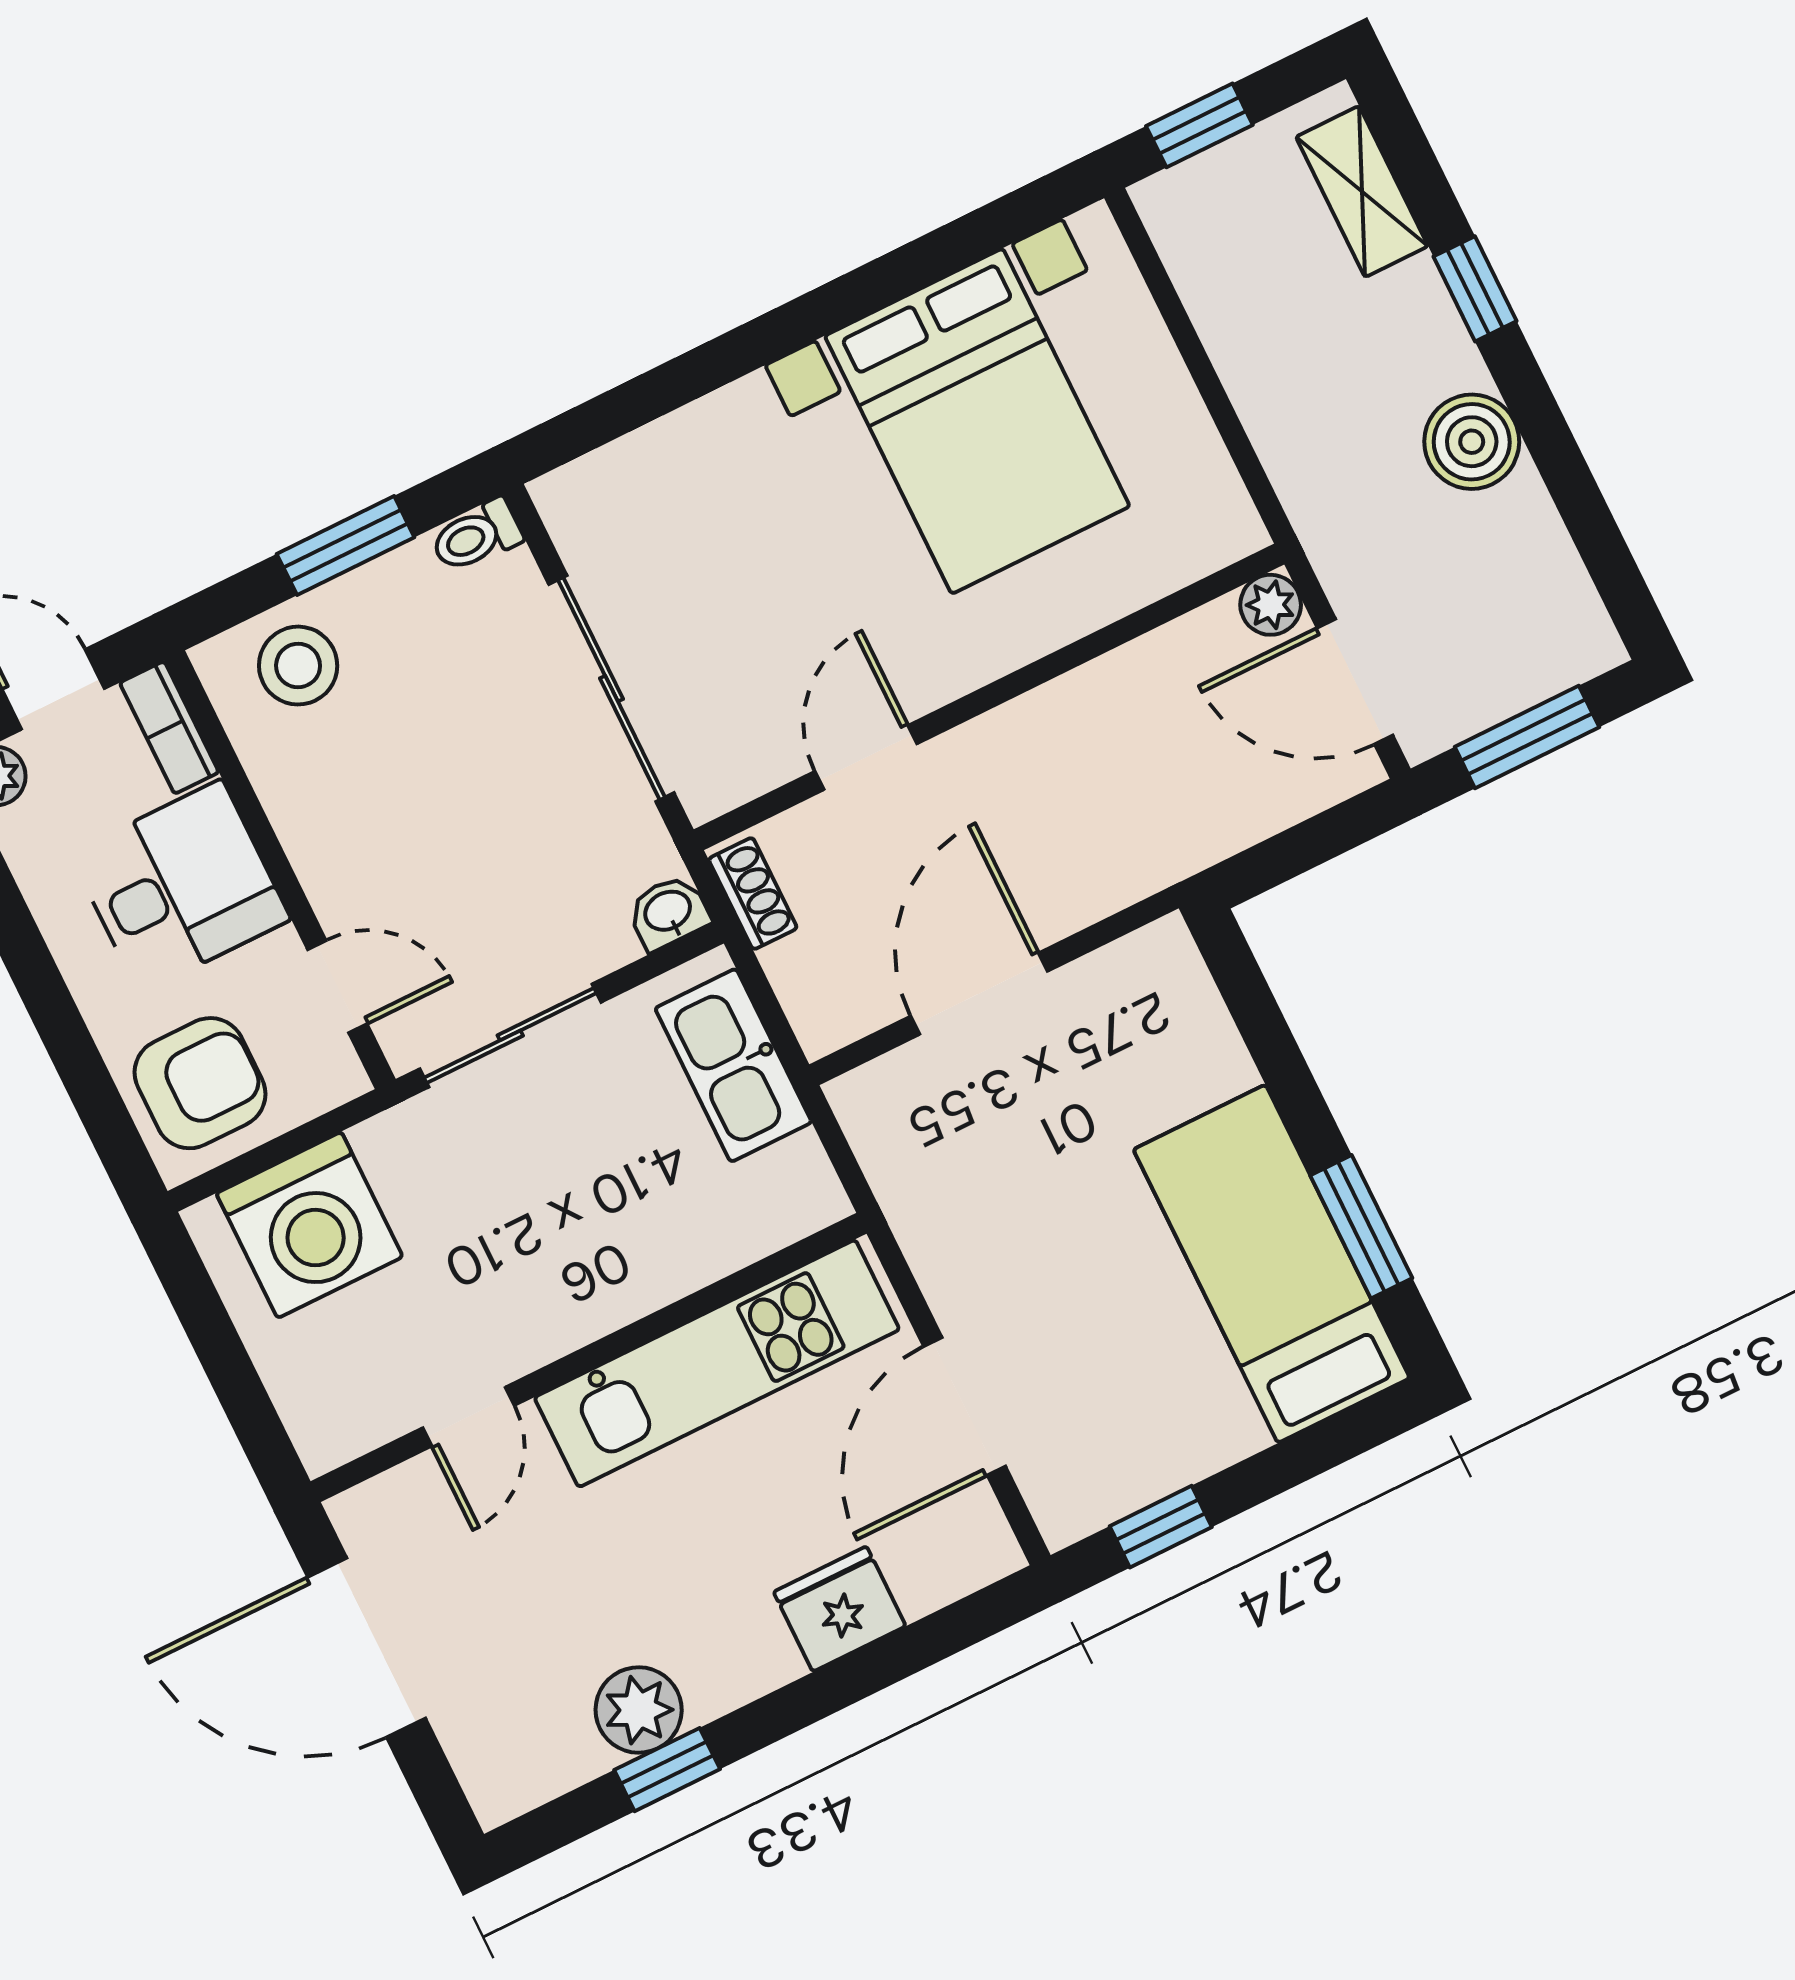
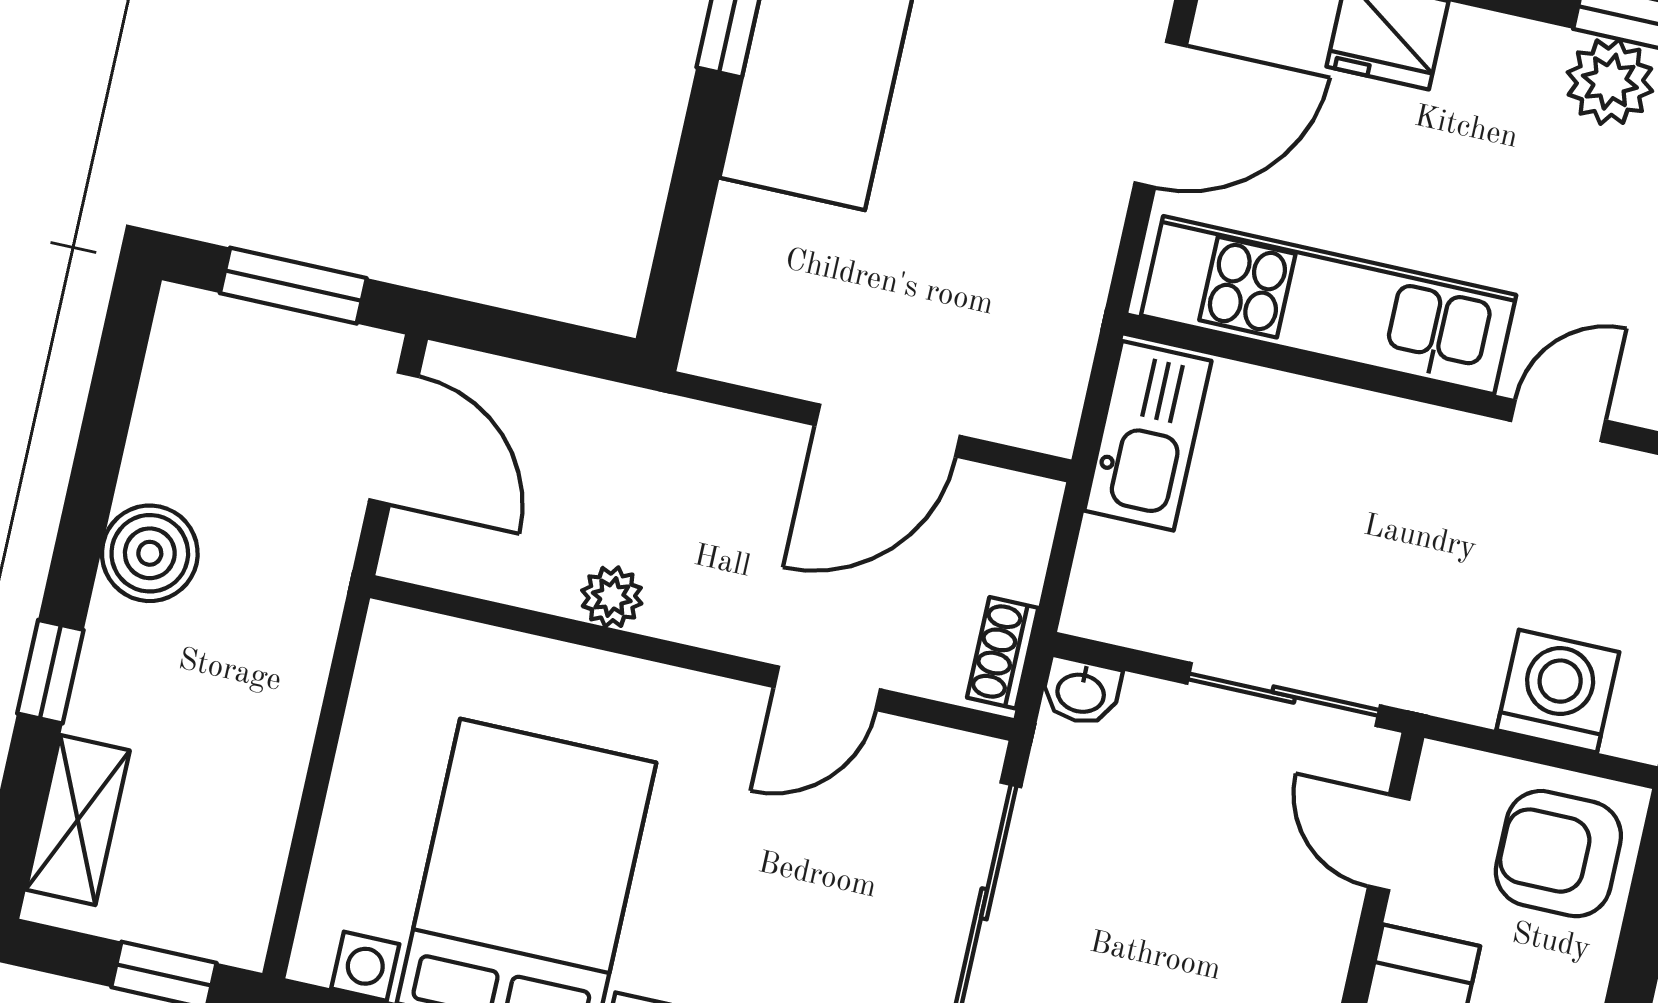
plant: (1271, 605) -> (612, 597), moved
kitchen sink: (733, 1065) -> (1148, 436), moved
washing machine: (309, 1225) -> (1558, 691), width x0.73, depth x0.73

